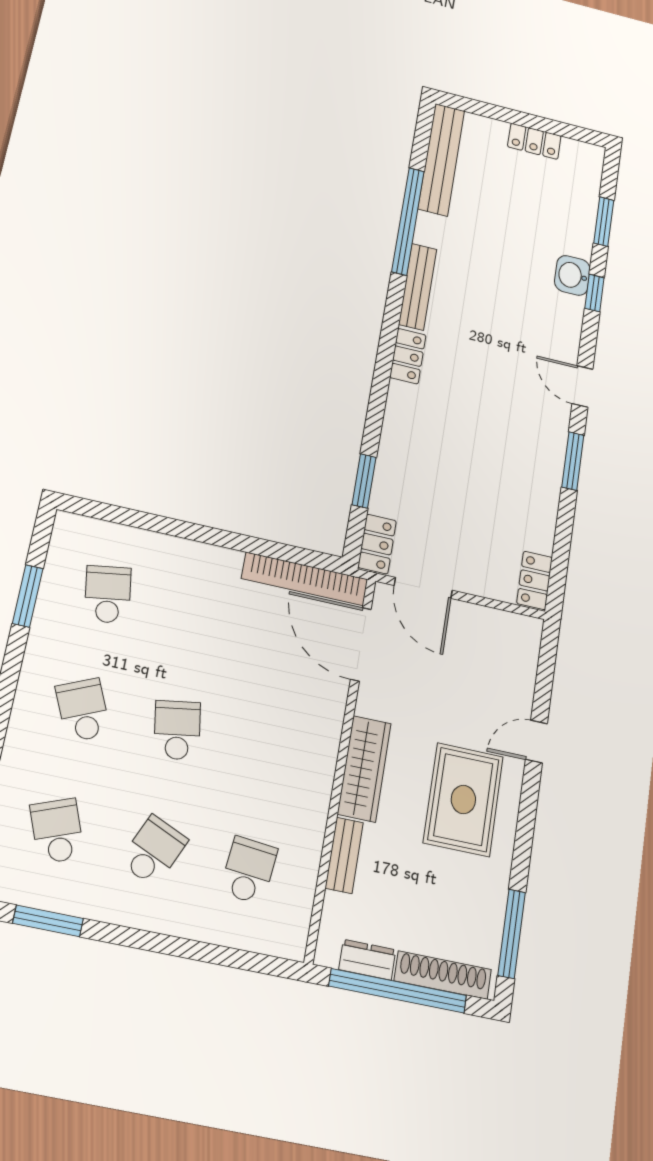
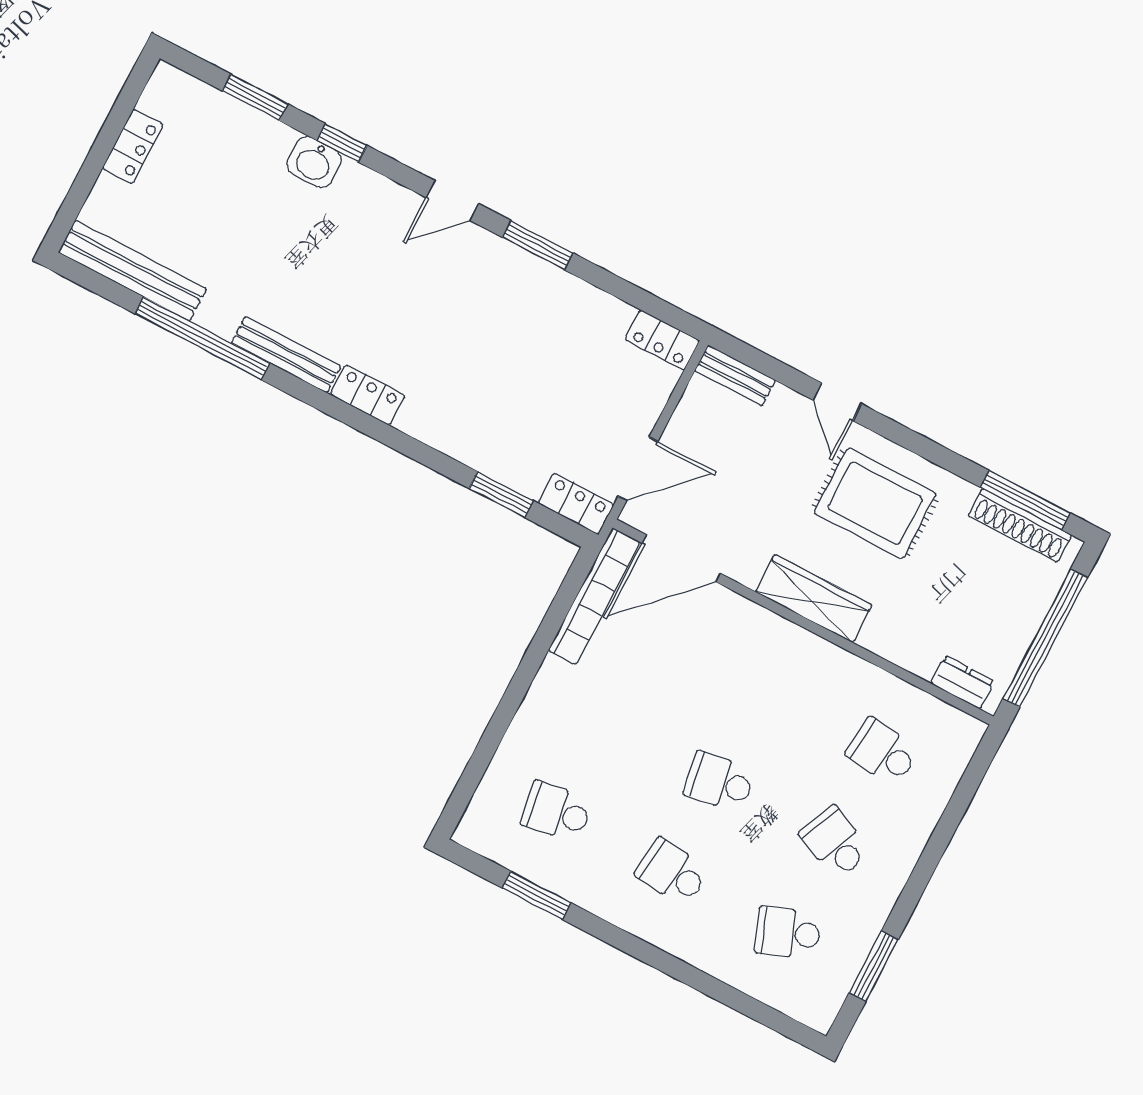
school desk: (83, 710) -> (672, 872), turned 30
bench: (344, 855) -> (735, 375), moved
dresser: (367, 960) -> (962, 682), moved, turned 90
shoe rack: (443, 975) -> (1020, 525), moved, turned -90

